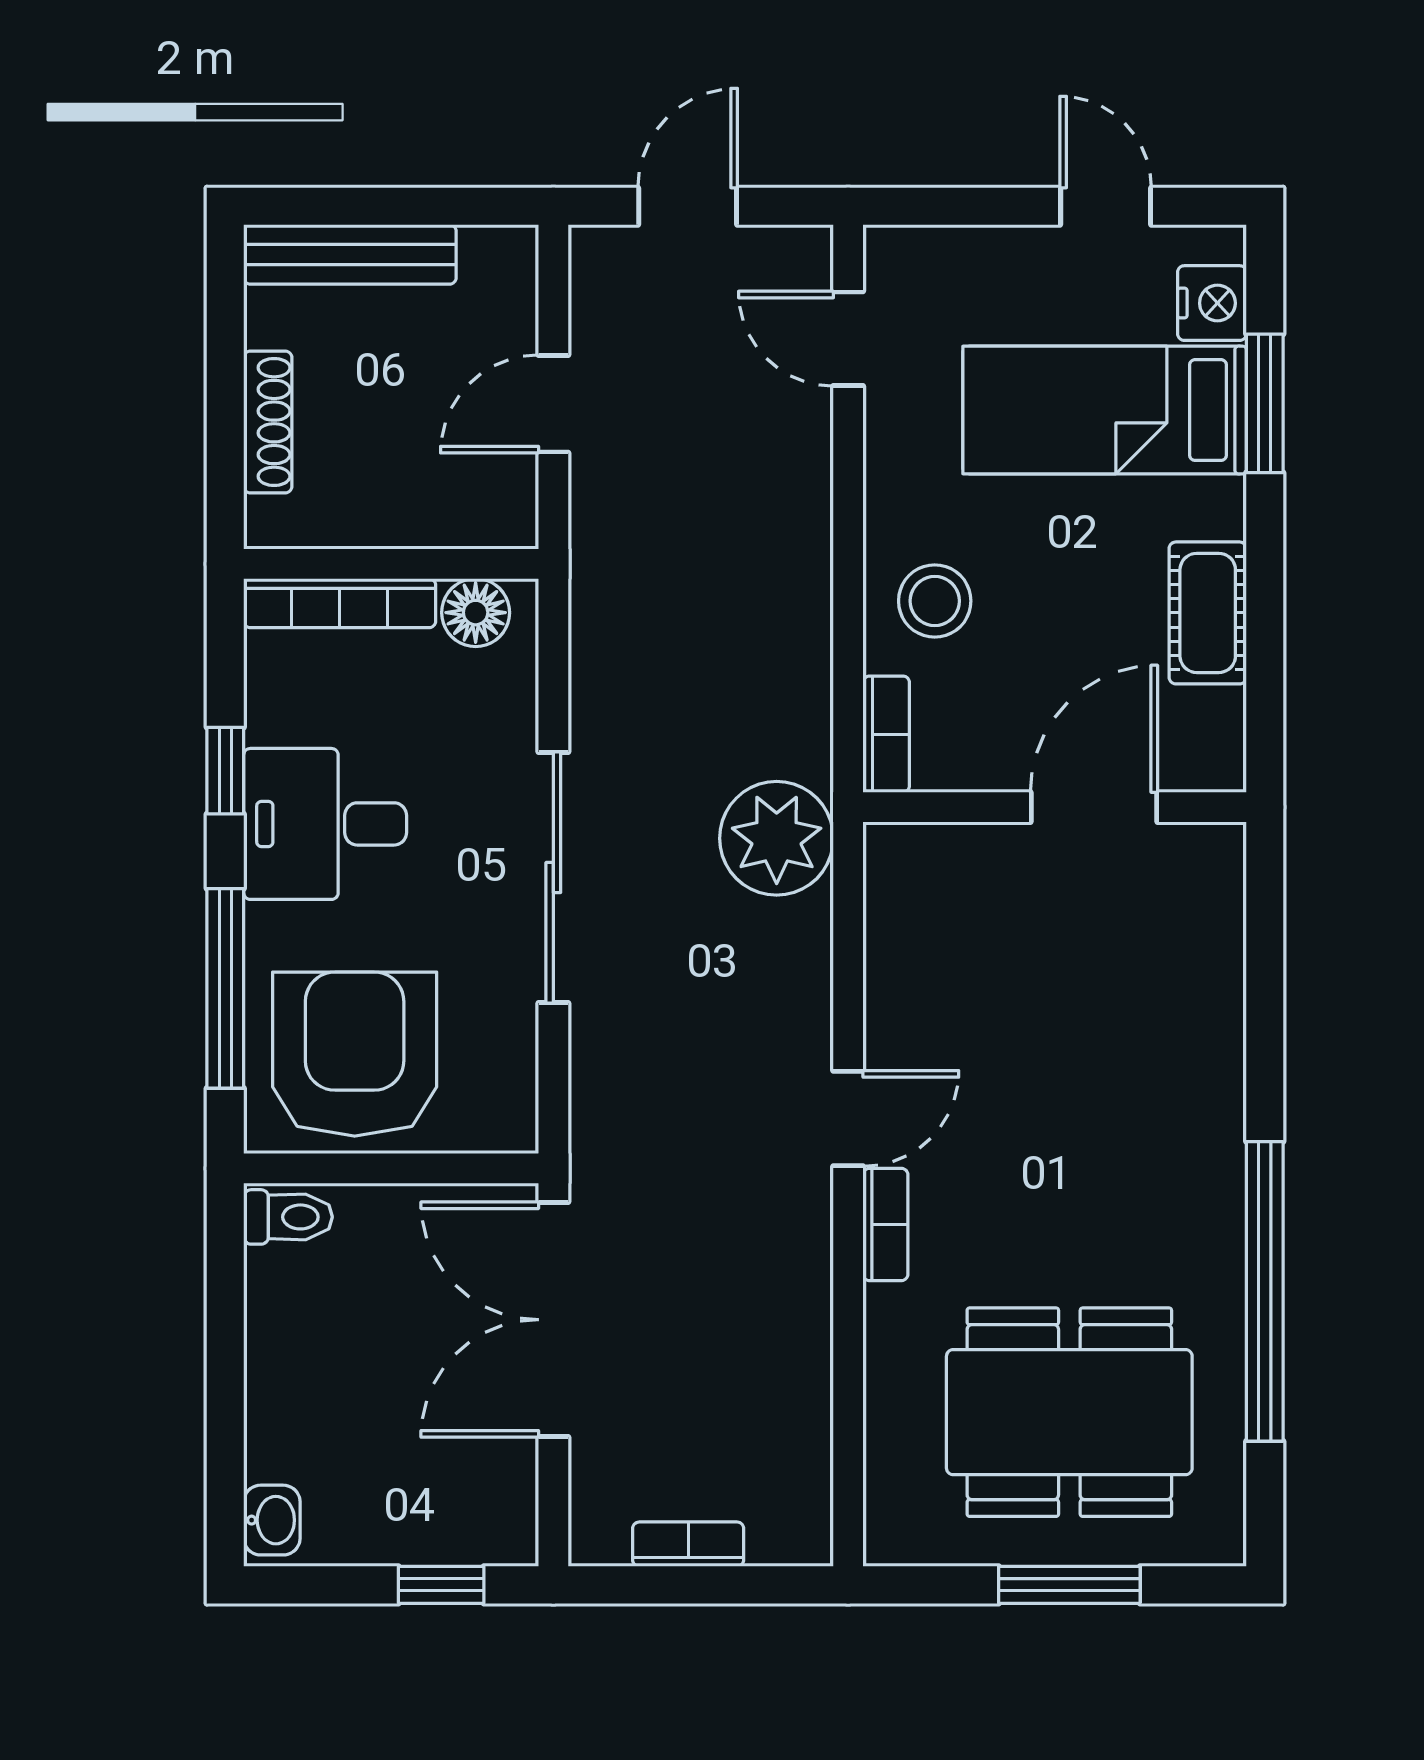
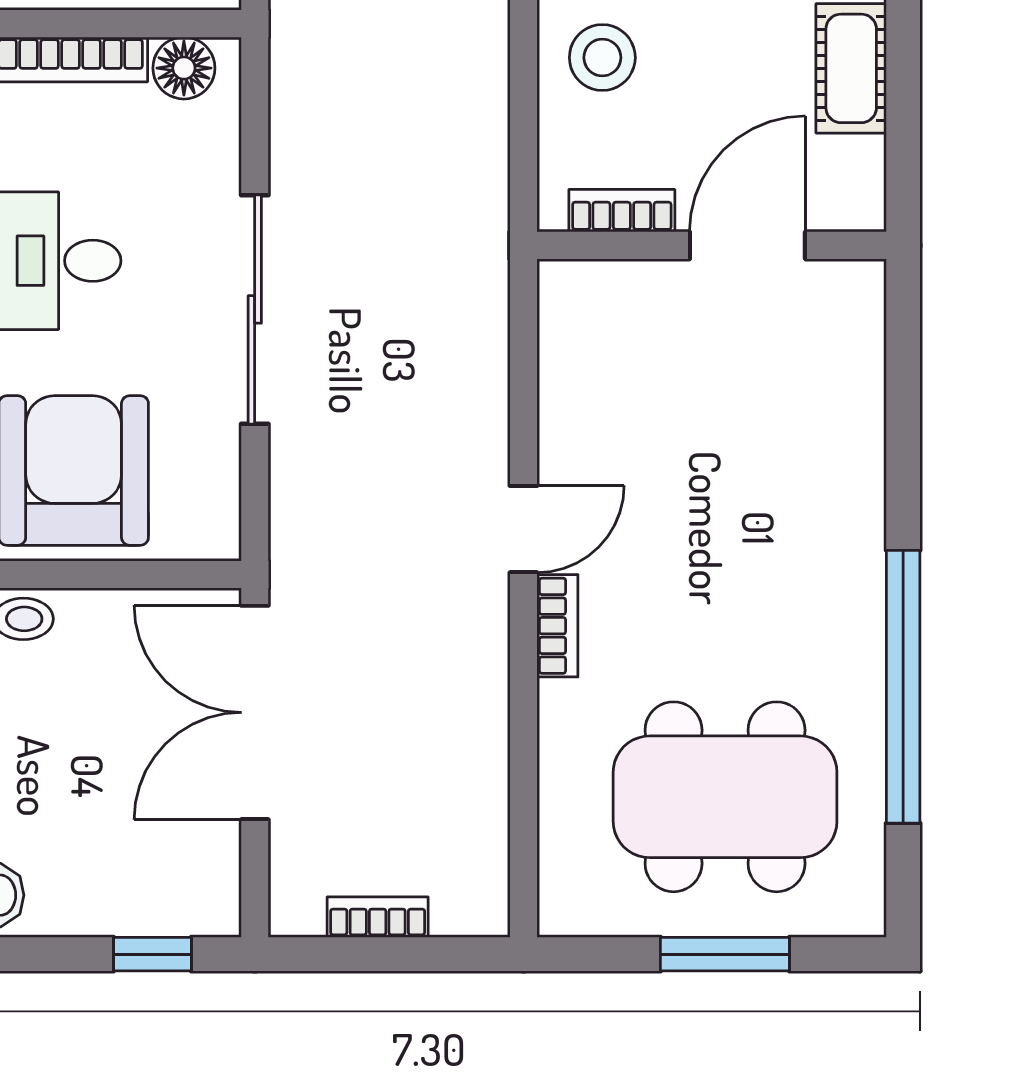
bookcase: (886, 734) -> (622, 211), moved, turned -90
plant: (777, 838) -> (458, 274), removed

